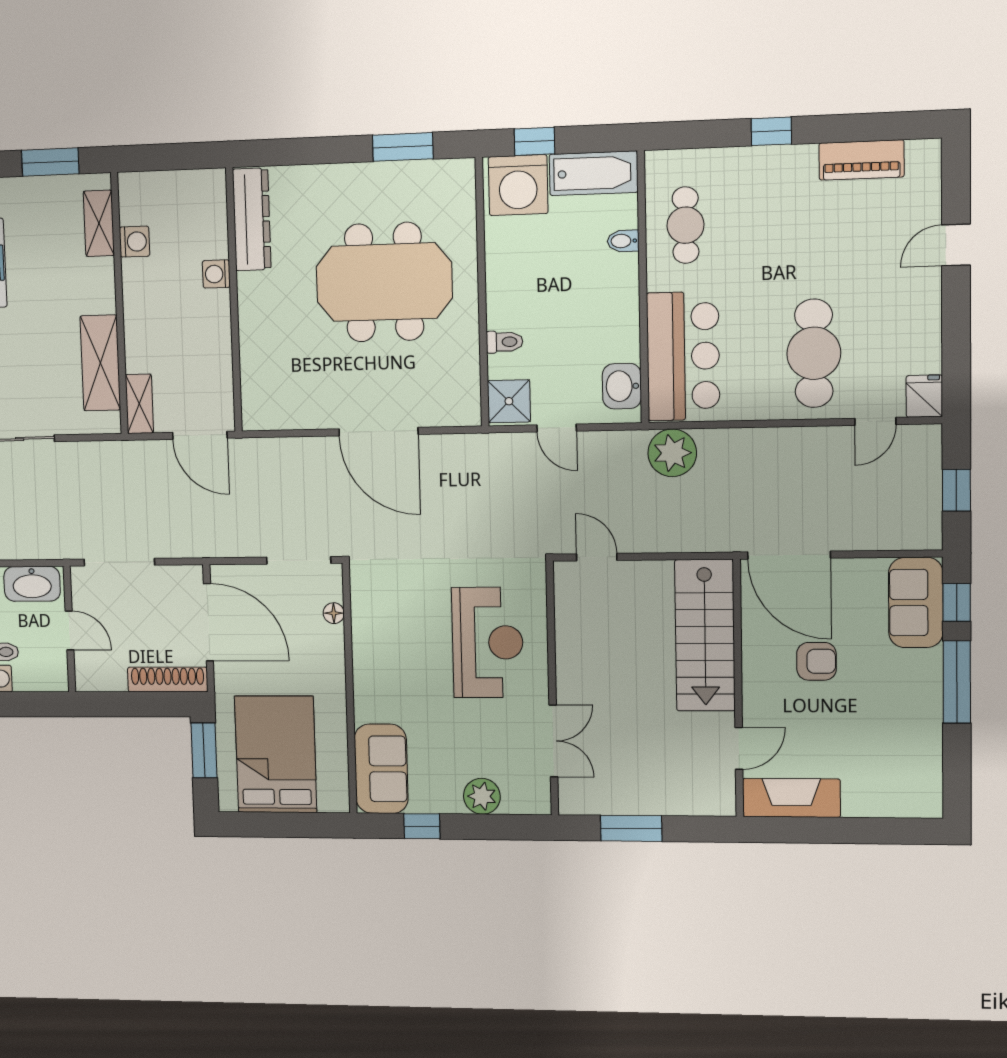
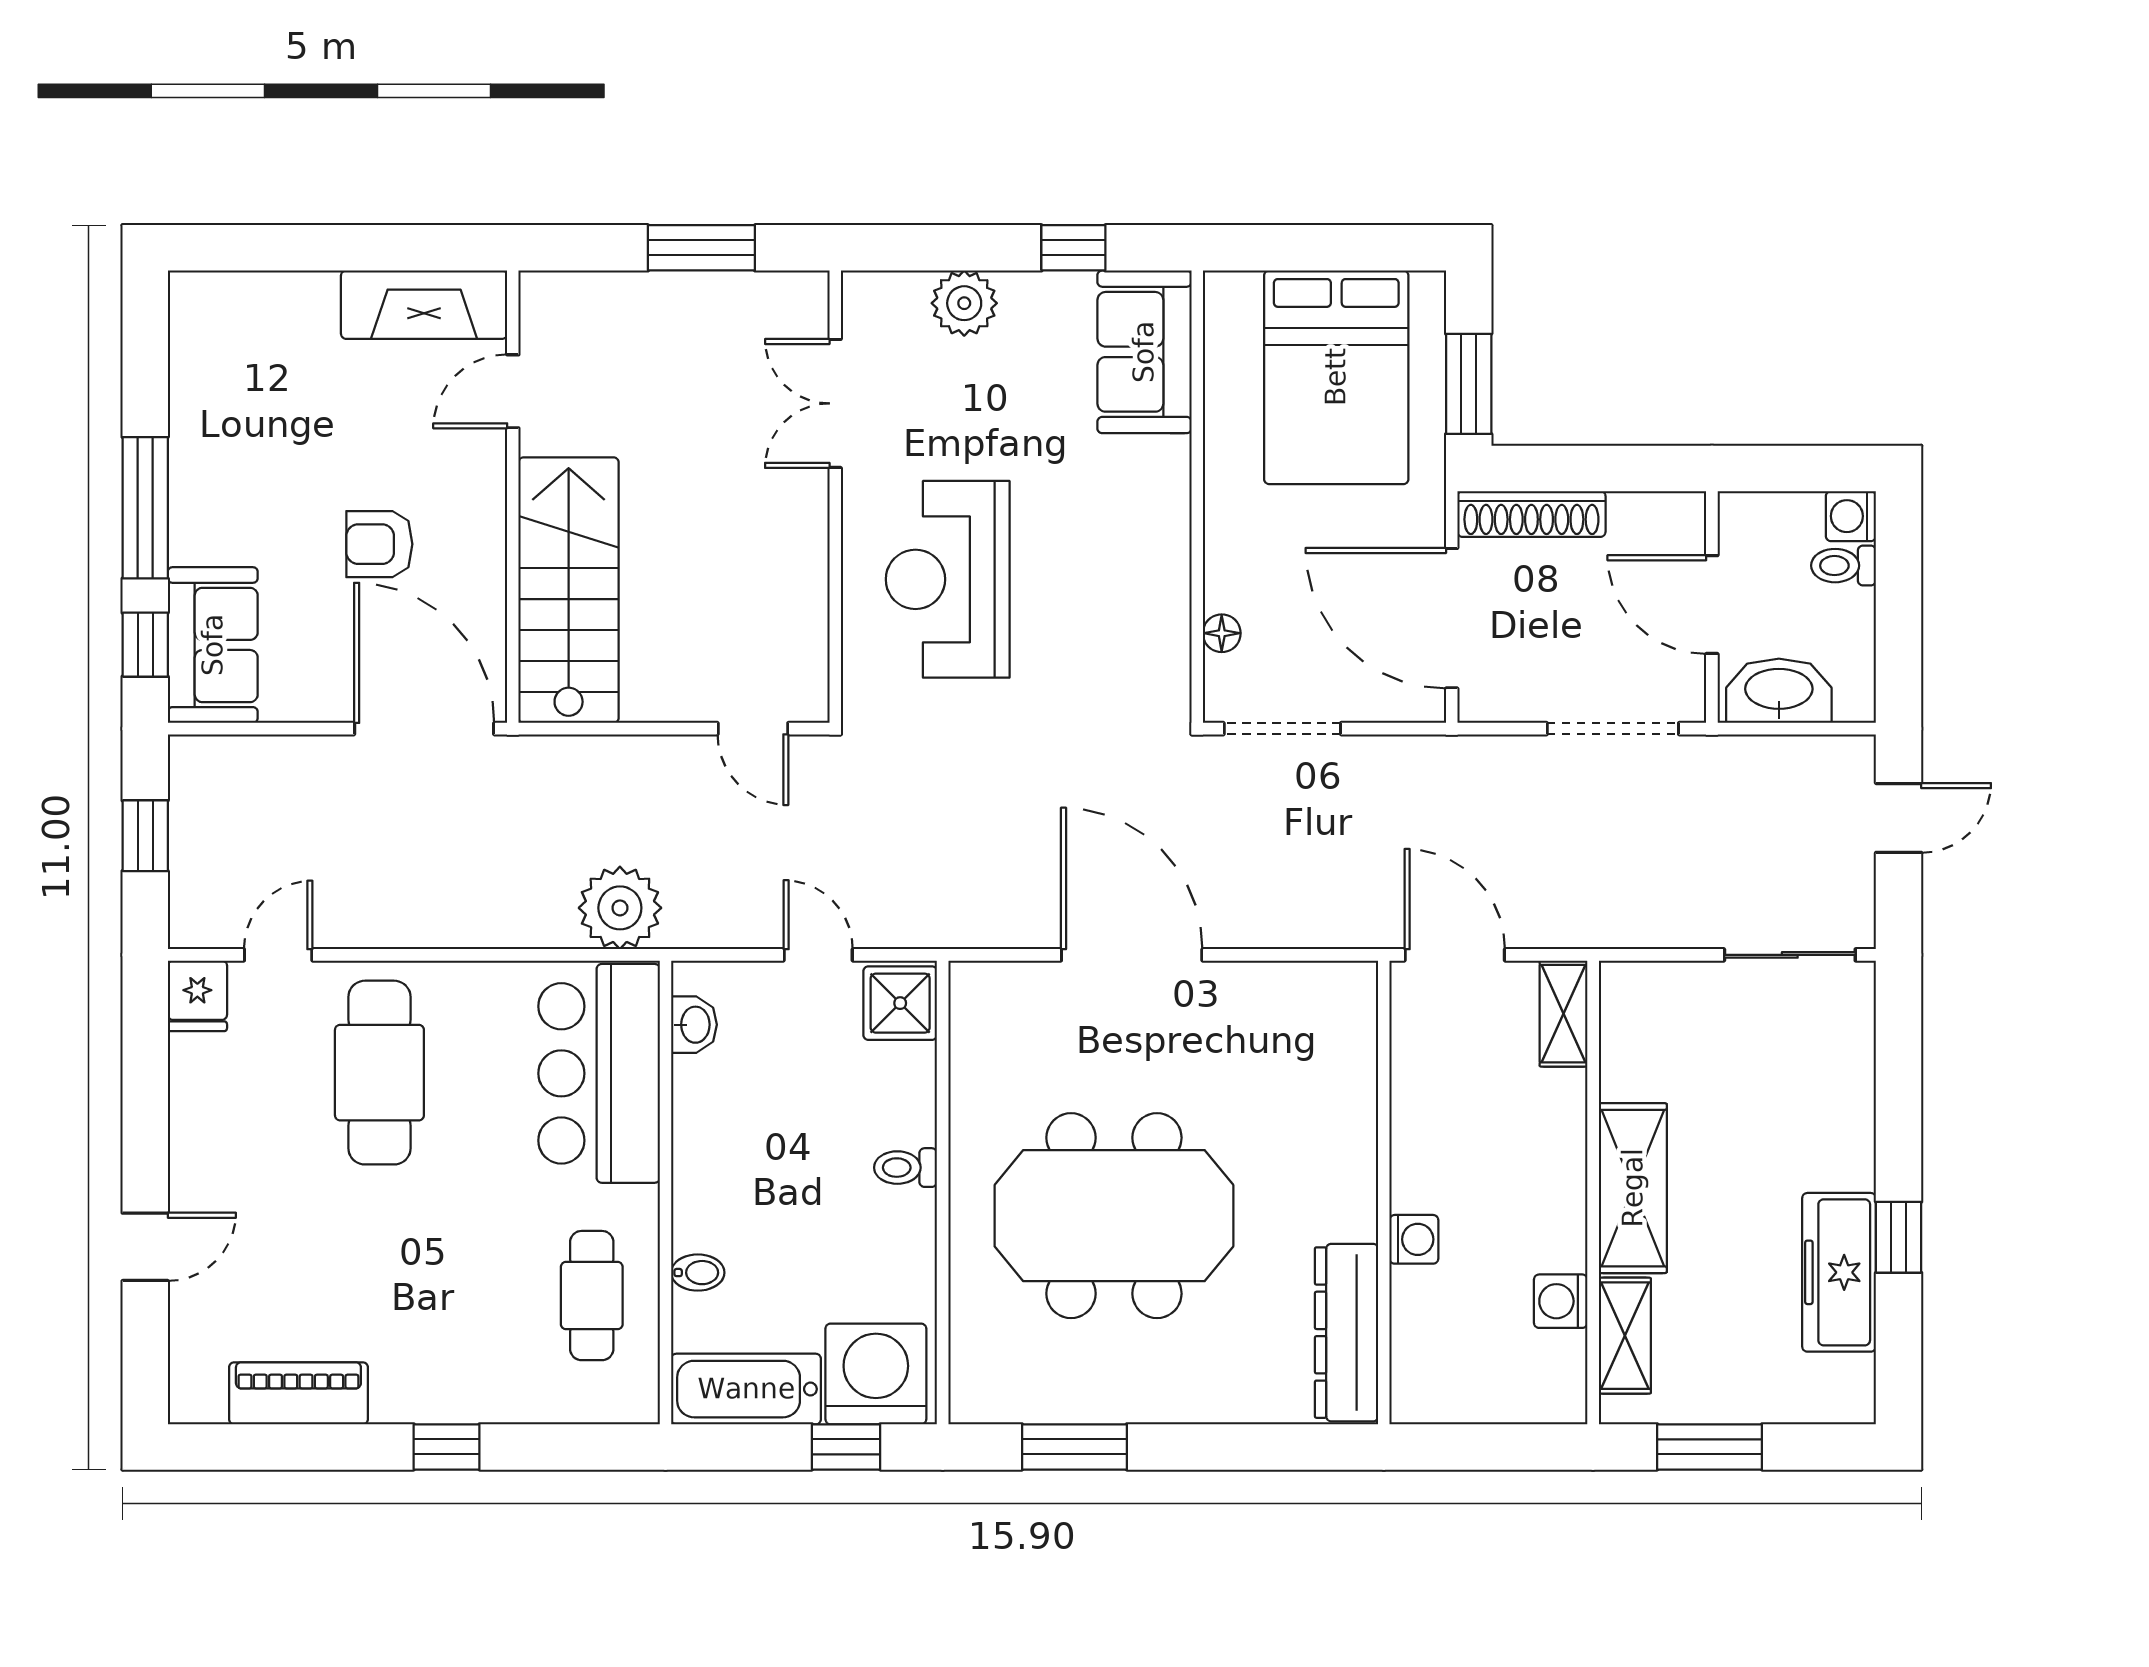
toilet: (504, 342) -> (906, 1168), moved
shelving: (100, 363) -> (1633, 1188), moved
washbasin: (622, 386) -> (694, 1025), width x0.72, depth x0.69
door: (70, 630) -> (1712, 605), width x1.38

